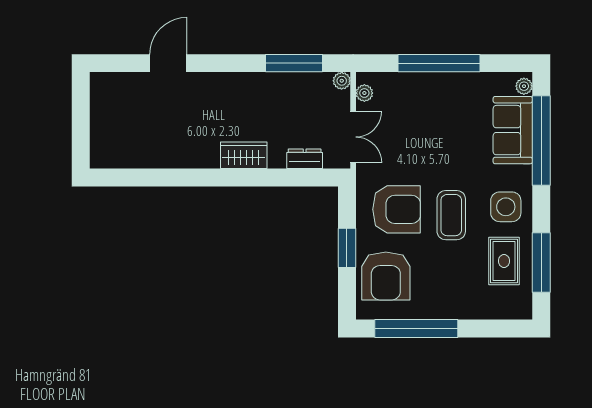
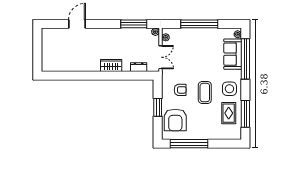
armchair: (397, 209) -> (180, 90), width x0.53, depth x0.53

